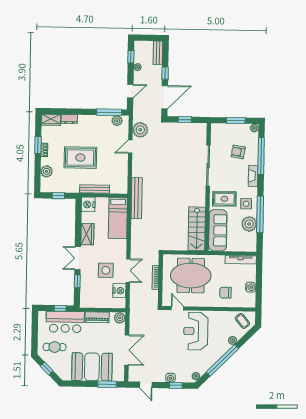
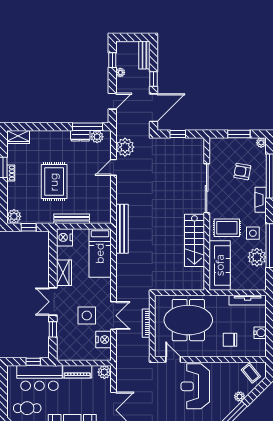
dresser: (69, 119) -> (80, 136), moved
rug: (80, 158) -> (54, 182), turned 90
plant: (47, 171) -> (14, 216), moved
stairs: (197, 229) -> (194, 240), moved

